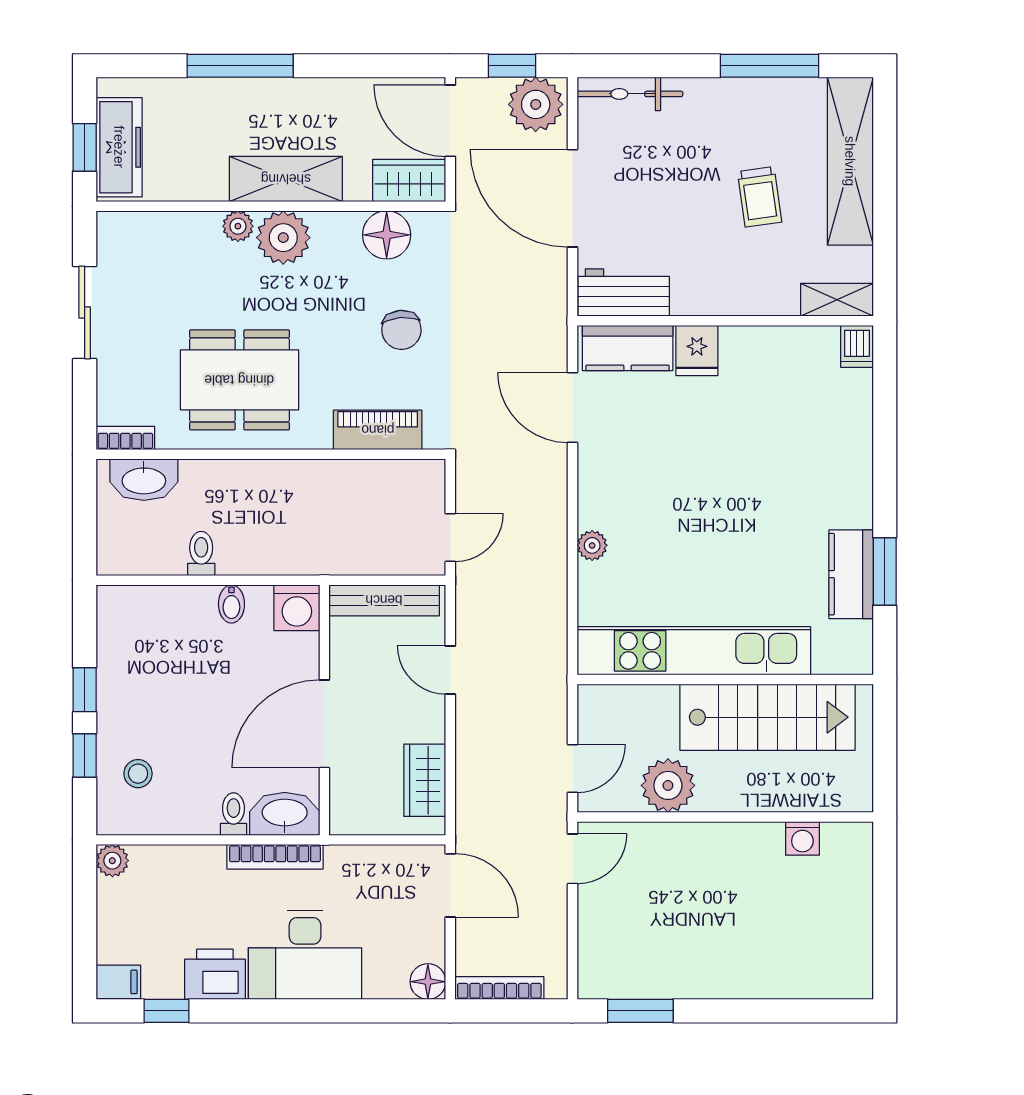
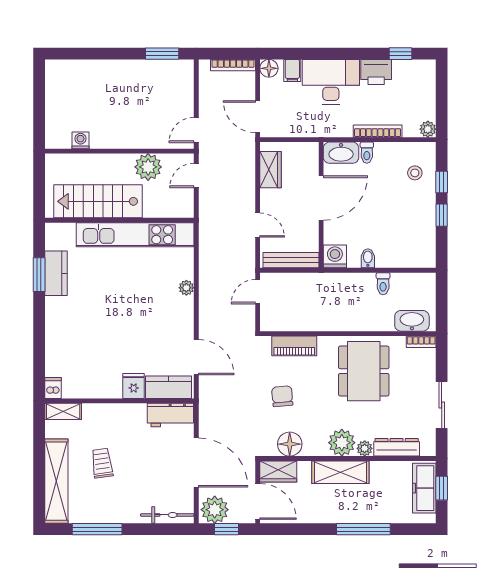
dresser: (174, 228) -> (397, 447), added
dining table: (239, 380) -> (364, 371), turned 90
bookcase: (275, 857) -> (378, 131), moved
filing cabinet: (118, 982) -> (292, 71), moved, turned -90

